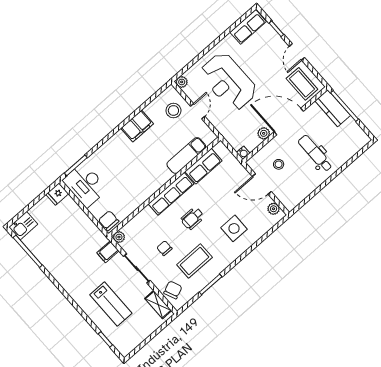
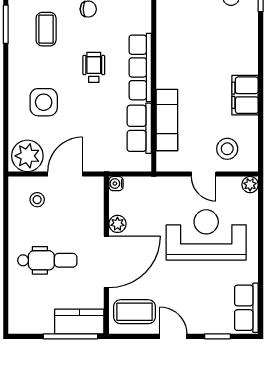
stool: (279, 164) -> (37, 200), moved
plant: (274, 209) -> (27, 156), width x1.87, depth x1.87
coffee table: (195, 261) -> (46, 29), width x0.73, depth x0.77

